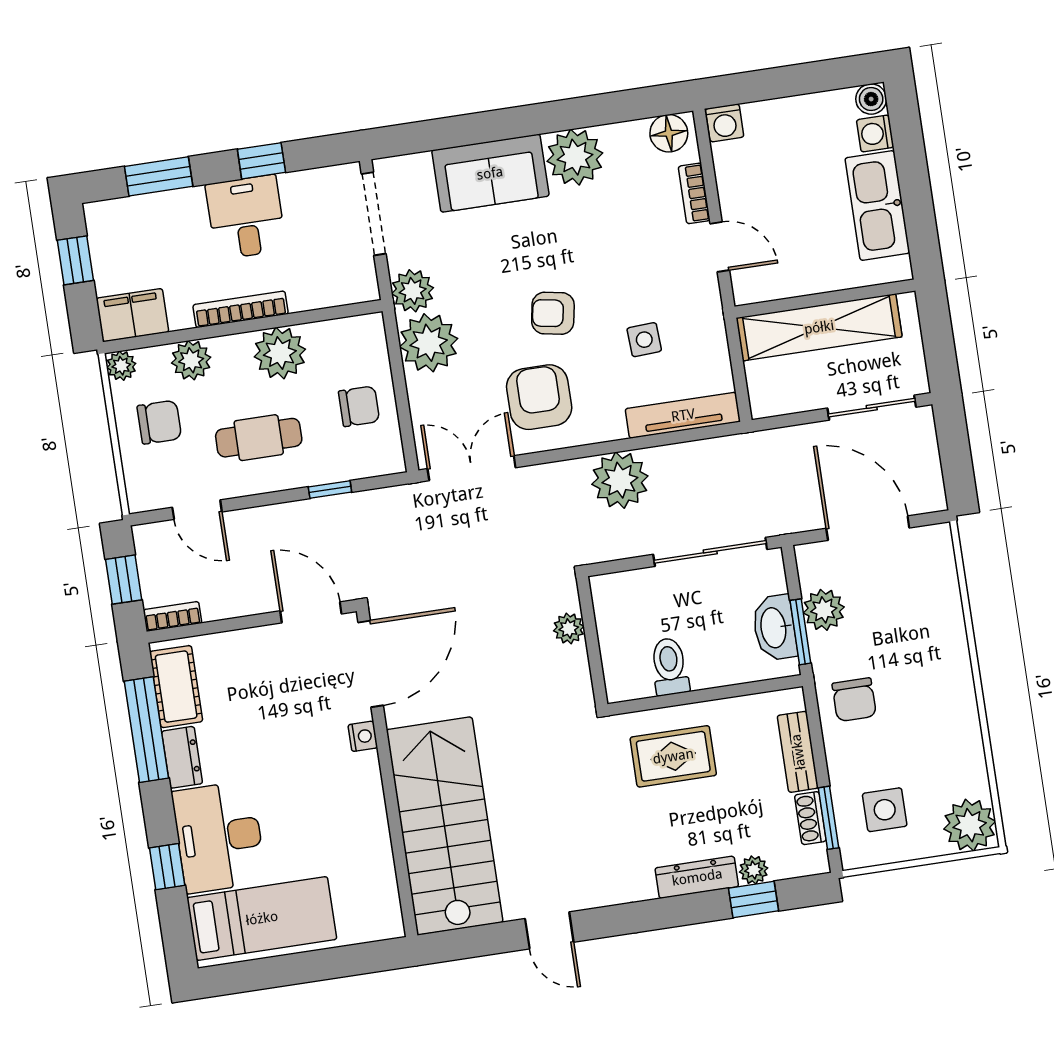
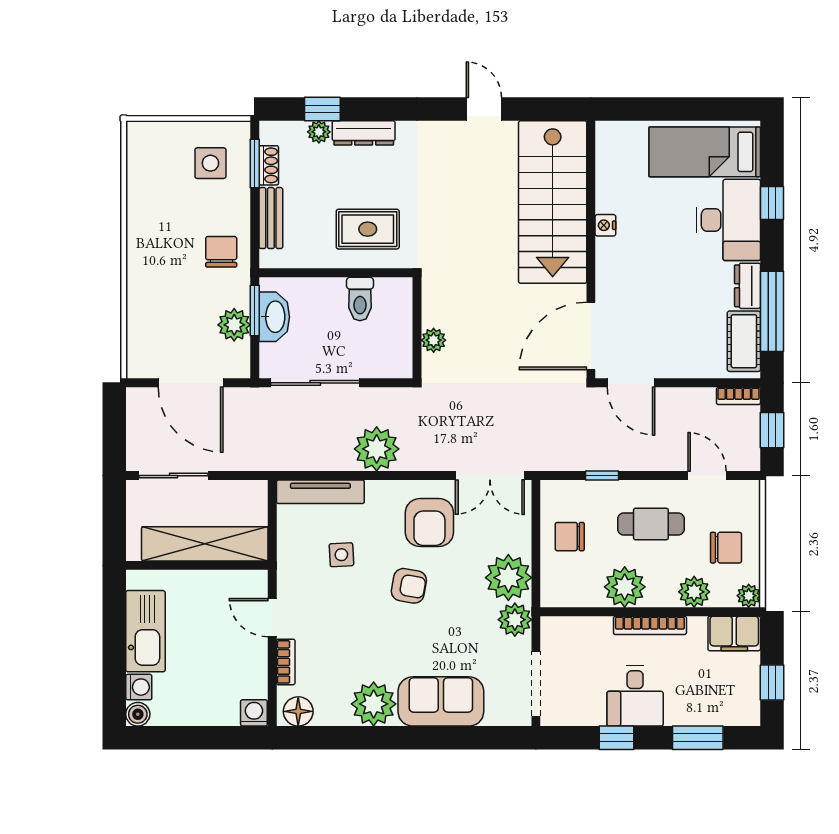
chair: (159, 422) -> (726, 548), turned 180
nightstand: (363, 736) -> (605, 225), moved
plant: (970, 825) -> (147, 141), removed

